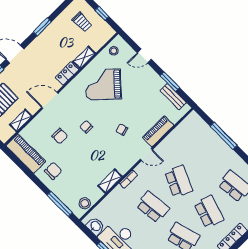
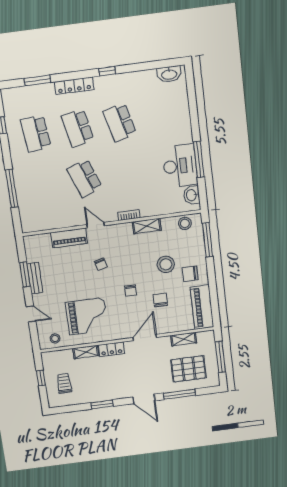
grand piano: (103, 84) -> (87, 316), turned -43
bench: (173, 97) -> (35, 278), moved
door: (50, 100) -> (145, 337), swing flipped
stool: (76, 164) -> (166, 264), added
school desk: (179, 181) -> (85, 178), turned -45
school desk: (153, 207) -> (126, 173), removed
school desk: (209, 212) -> (78, 128), turned -30

